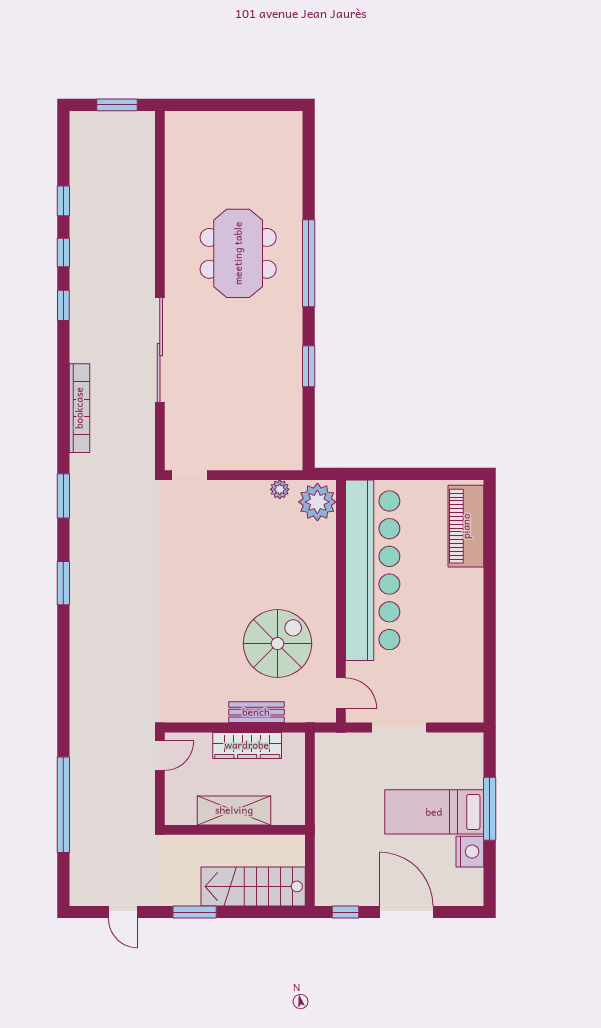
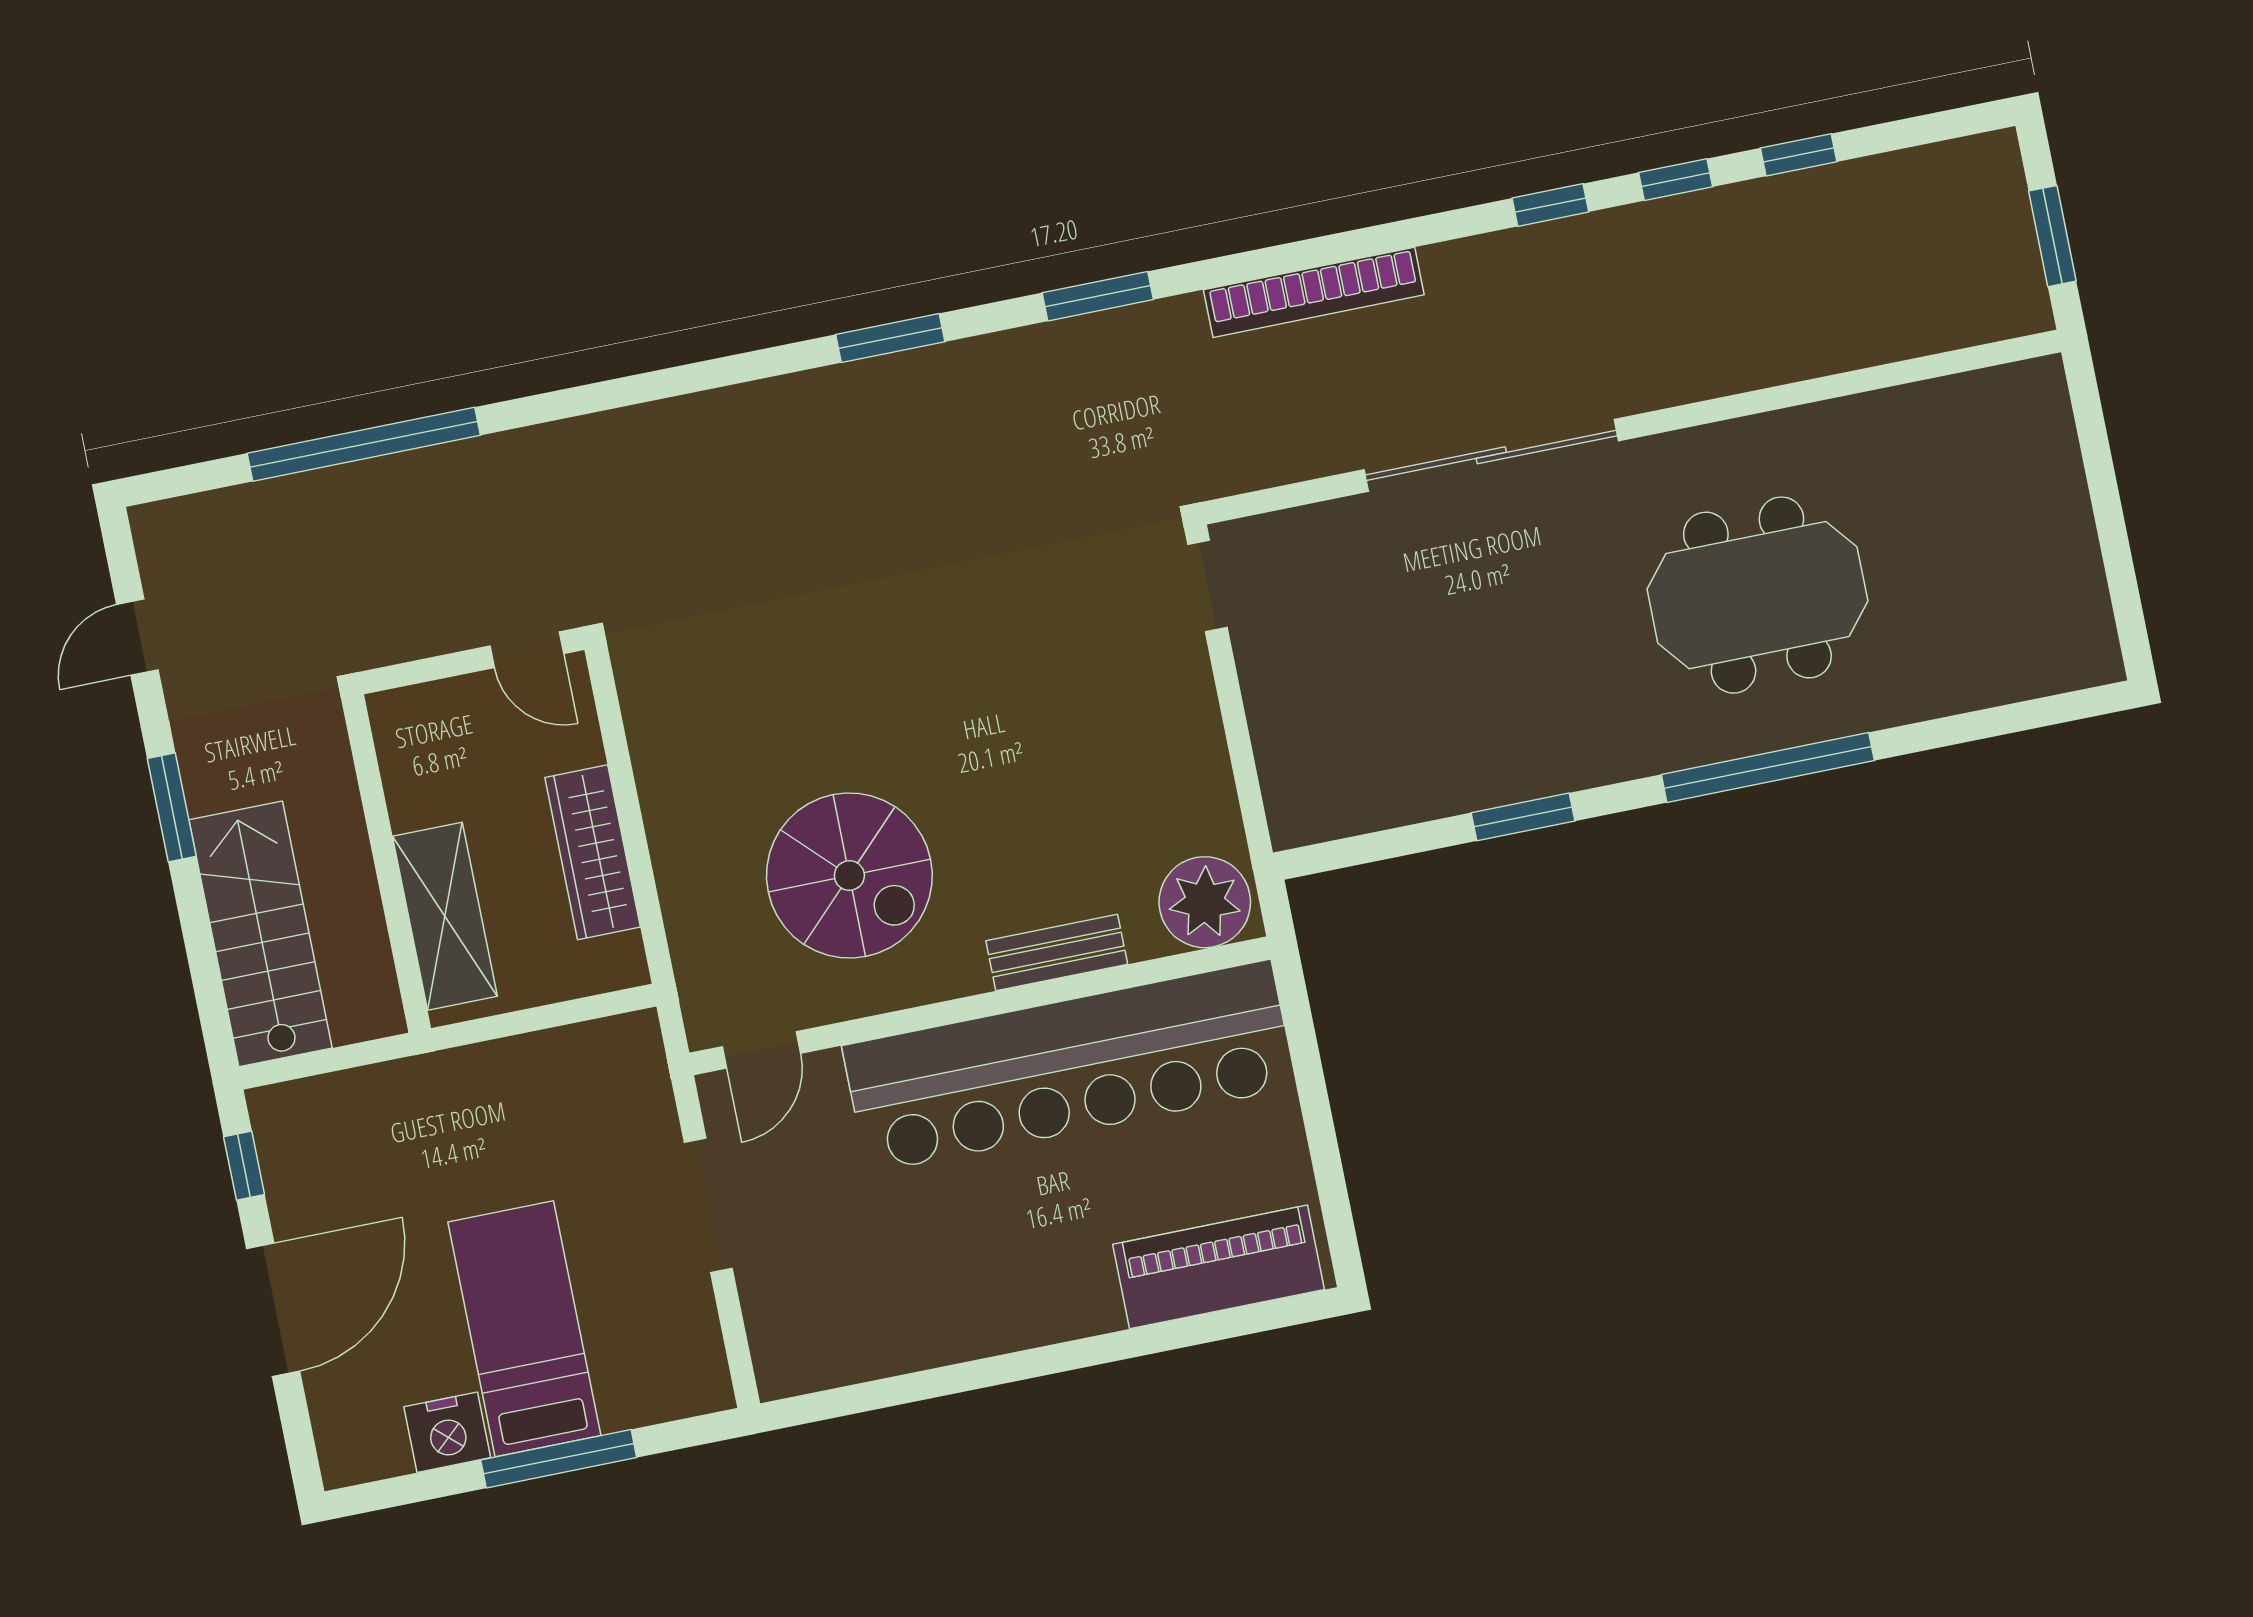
plant: (280, 489) -> (1217, 807), removed
bench: (256, 712) -> (1057, 952), moved, turned 90
shelving: (234, 810) -> (445, 916), moved

